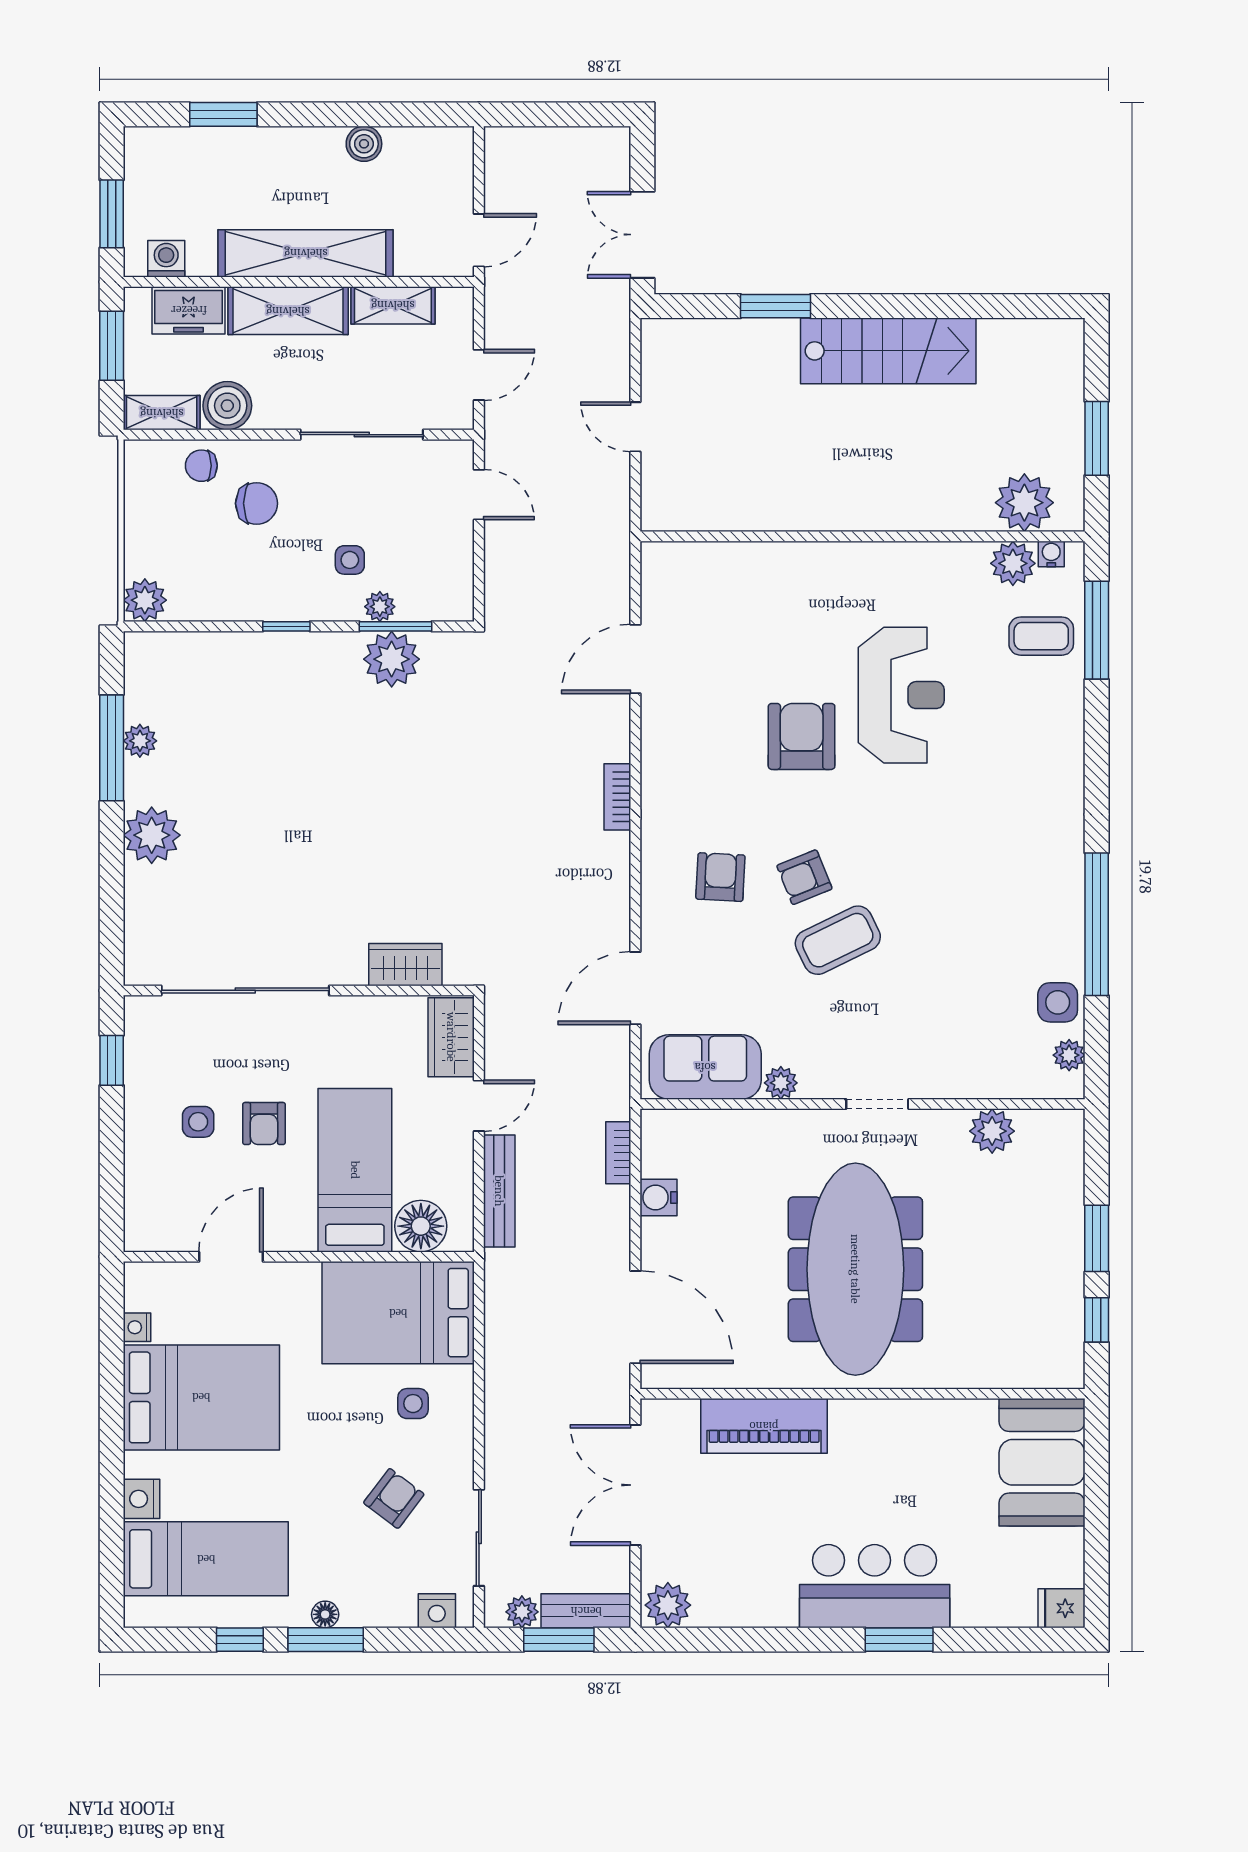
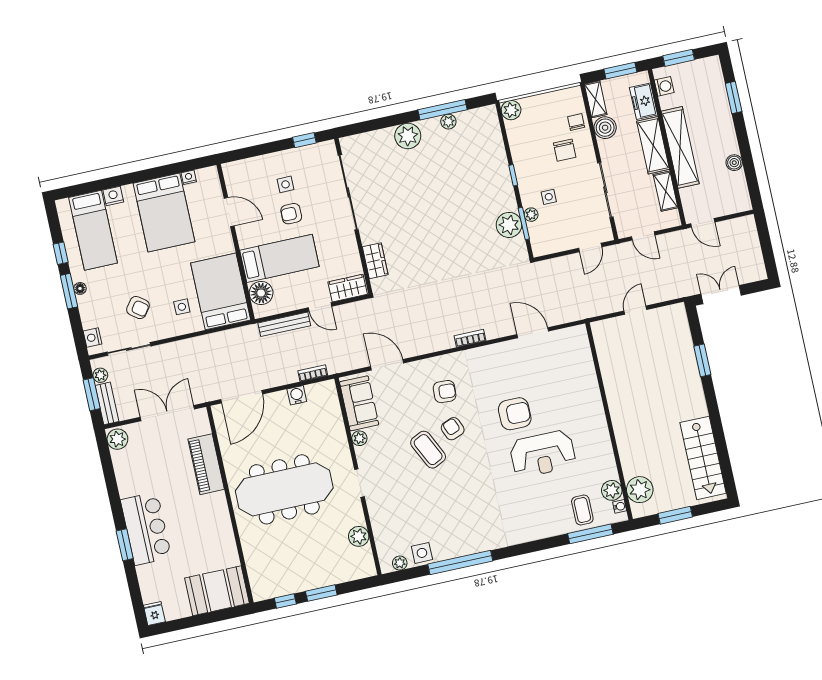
stairs: (888, 351) -> (703, 458), moved

